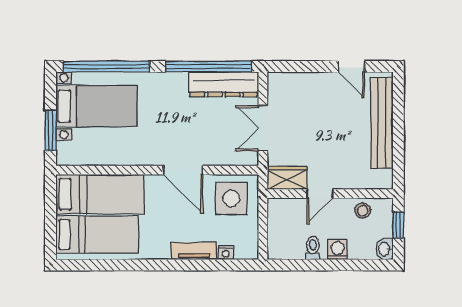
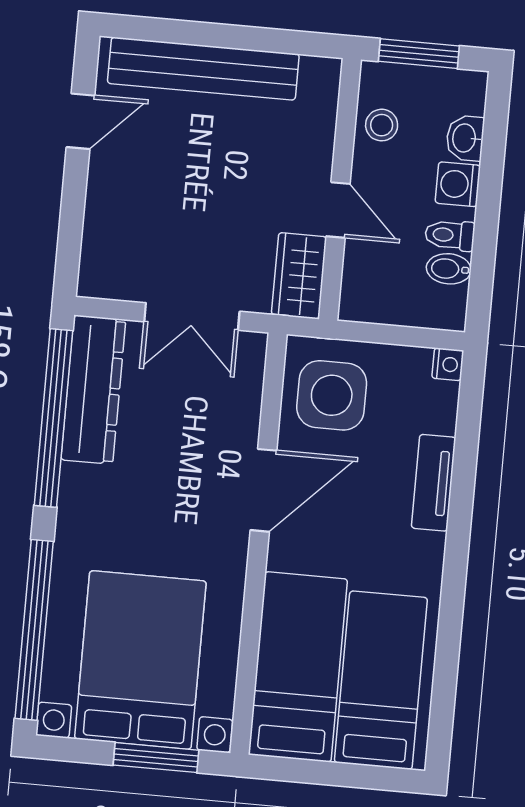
bed with nightstands: (96, 106) -> (140, 660), width x1.36
window: (398, 225) -> (419, 54), width x1.50
bidet: (297, 249) -> (449, 269), added
washbasin: (384, 249) -> (465, 138), moved, turned 90
nightstand: (226, 253) -> (448, 364), moved

